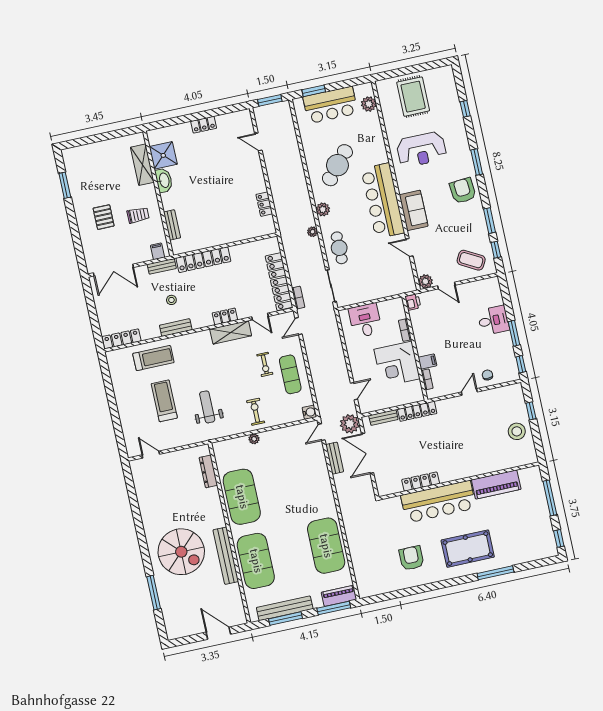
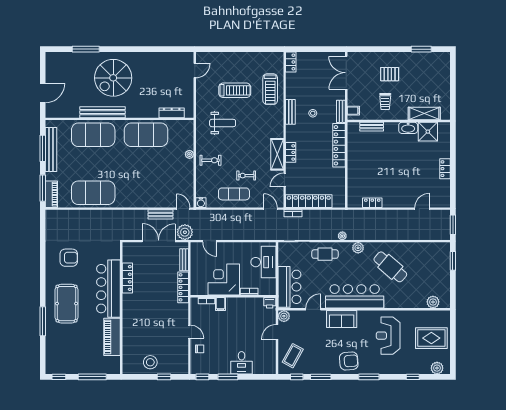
plant: (448, 82) -> (437, 368), added
bar counter: (330, 105) -> (289, 287), moved, turned 180
desk: (365, 320) -> (263, 262), width x1.37
locker: (122, 339) -> (291, 62), width x0.66

